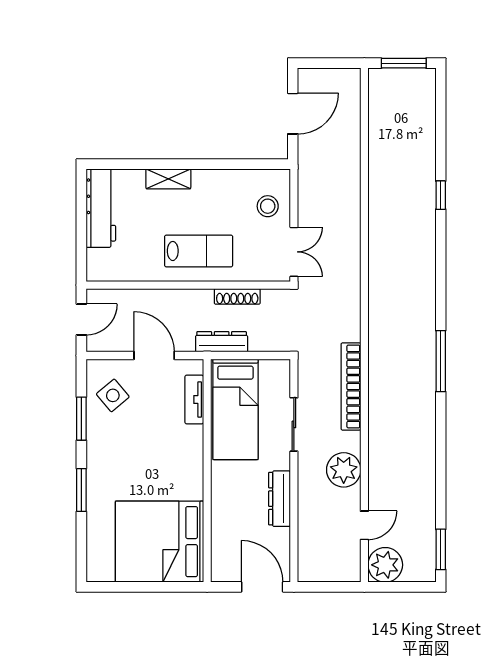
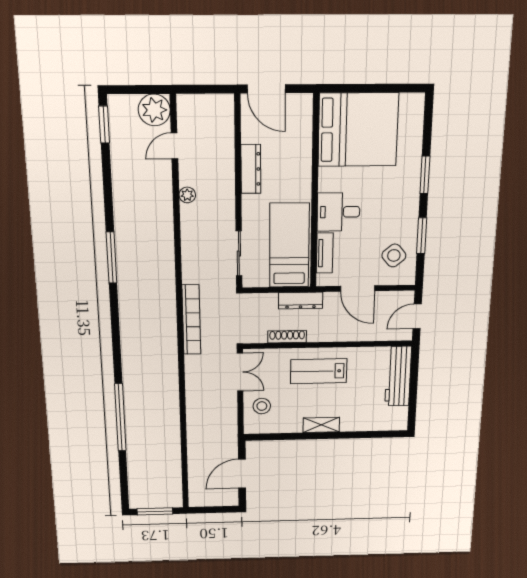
shelving: (168, 179) -> (321, 425), moved
window: (441, 195) -> (120, 417), width x3.17
workbench: (101, 208) -> (398, 376), moved
double door: (294, 252) -> (240, 372), swing flipped
window: (441, 361) -> (111, 258), moved
bookcase: (351, 386) -> (191, 320), moved
sliding door: (294, 424) -> (239, 254), moved
desk: (179, 448) -> (338, 212), added
plant: (344, 470) -> (187, 195), width x0.53, depth x0.53

